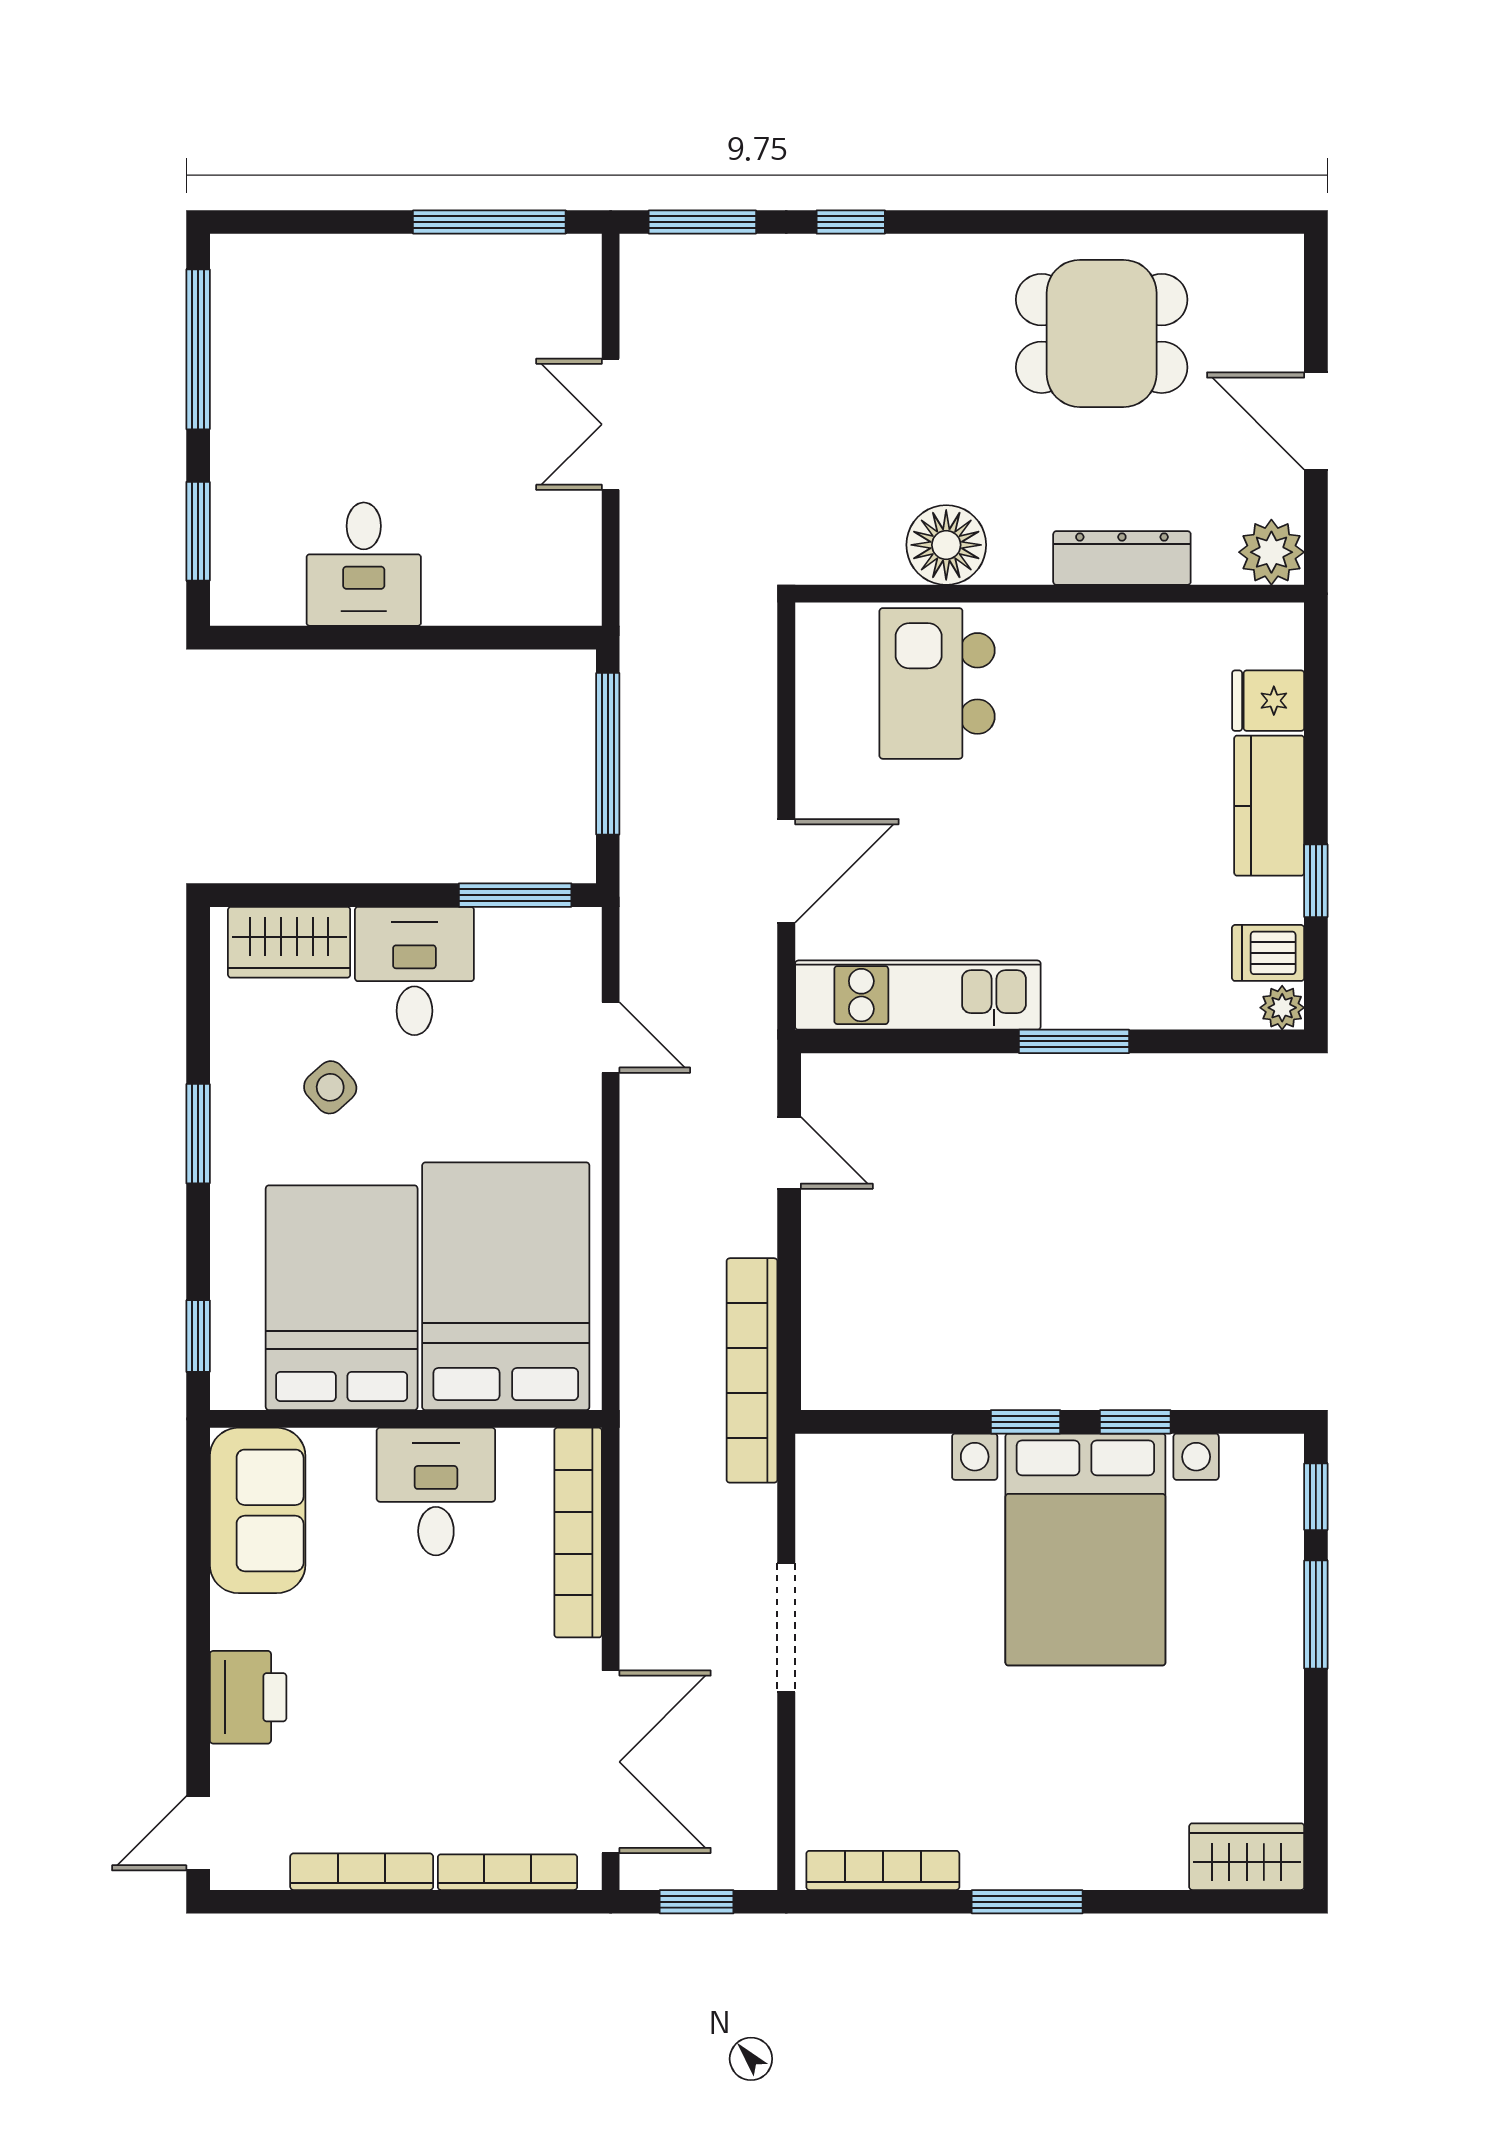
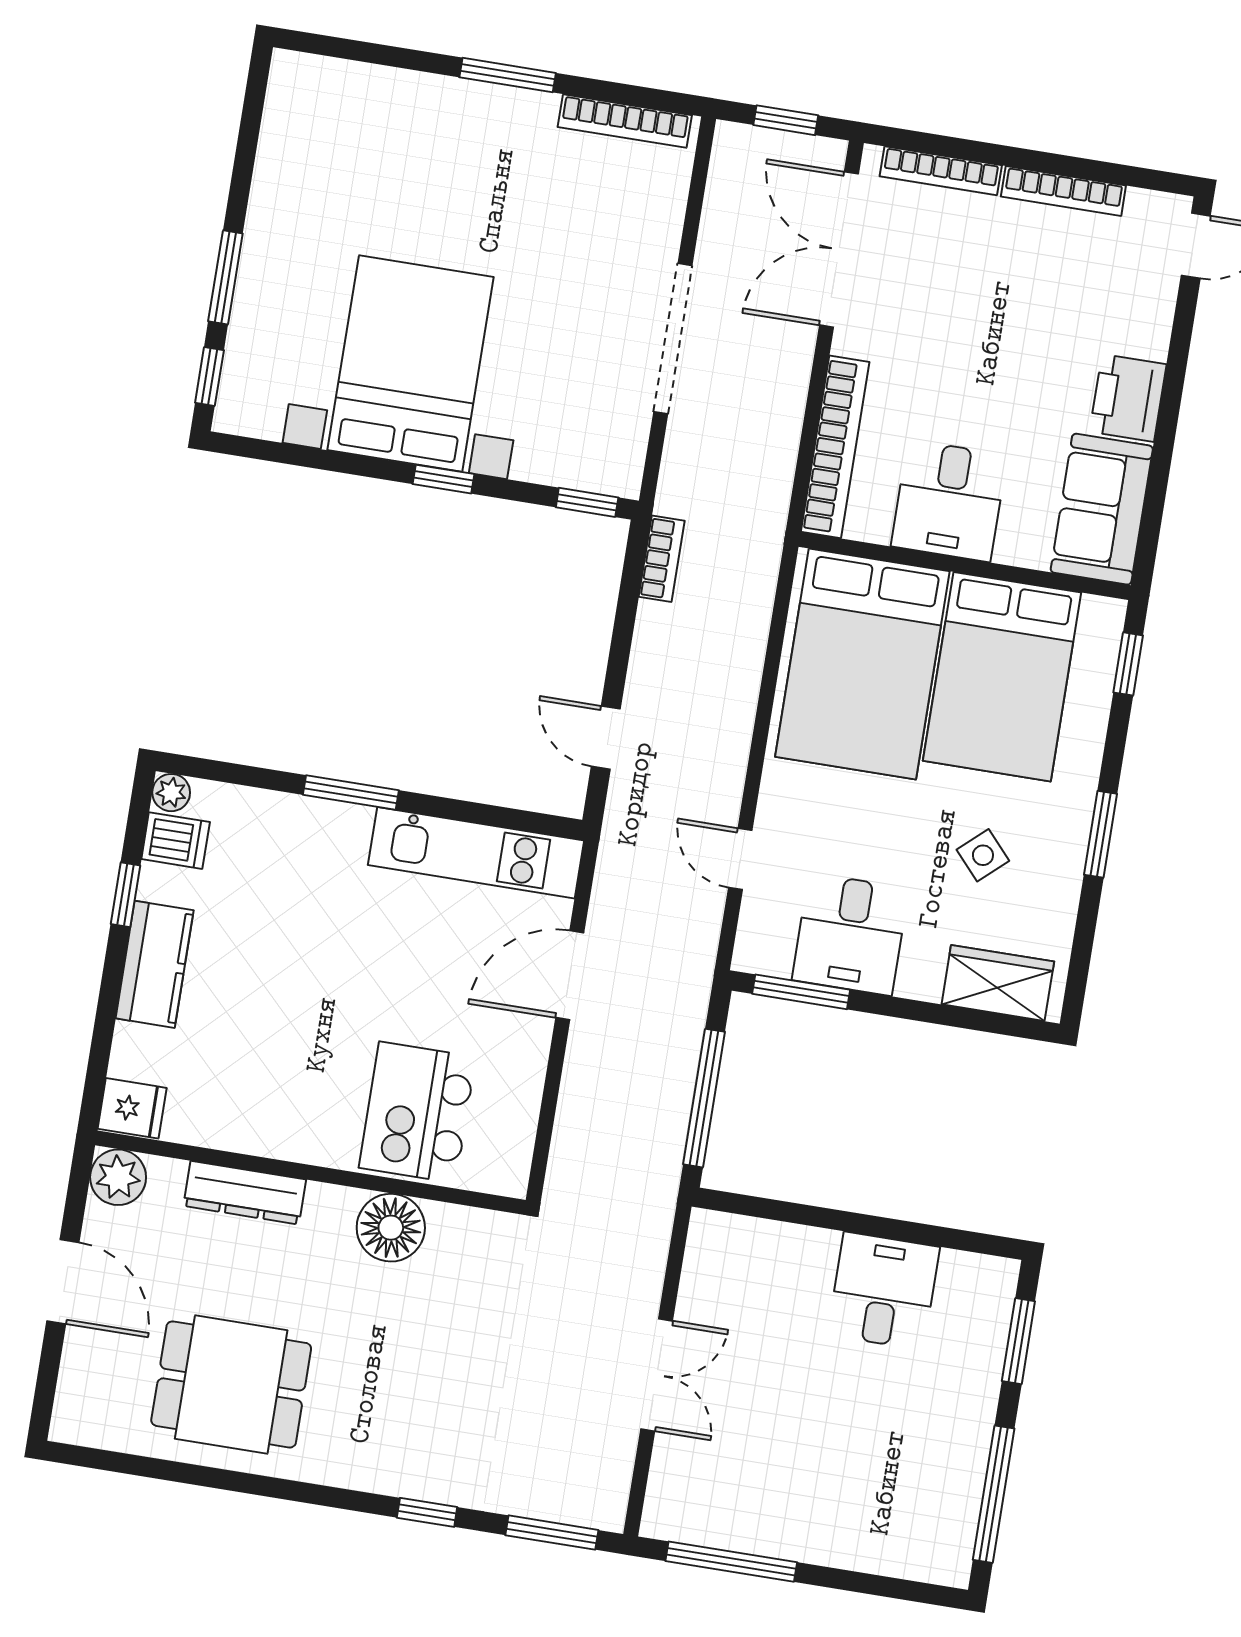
kitchen island: (937, 683) -> (417, 1112), turned 180
fridge: (1268, 701) -> (132, 1108), moved
desk: (414, 971) -> (850, 934), moved
bookcase: (752, 1370) -> (662, 559), width x0.43, depth x0.76
window: (1135, 1422) -> (587, 502), moved
doorway: (786, 1627) -> (673, 339), width x1.36
printer: (248, 1697) -> (1128, 398), moved
wardrobe: (1247, 1857) -> (317, 83), removed

